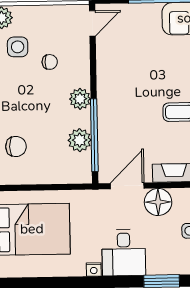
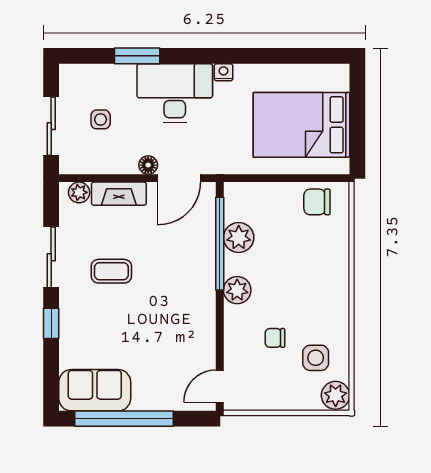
chair: (16, 146) -> (317, 202), moved
floor lamp: (158, 202) -> (148, 165), width x0.53, depth x0.53
desk: (124, 253) -> (175, 93), width x1.37

